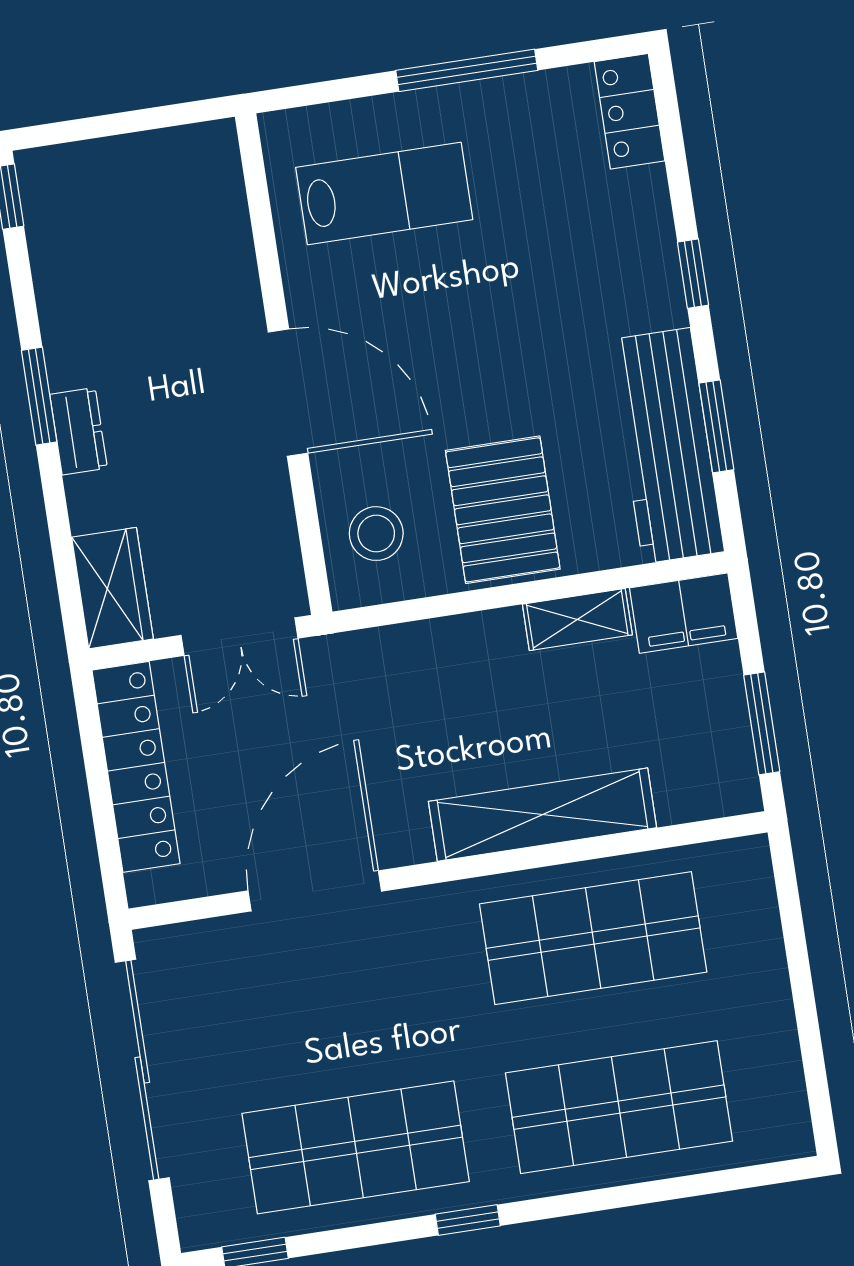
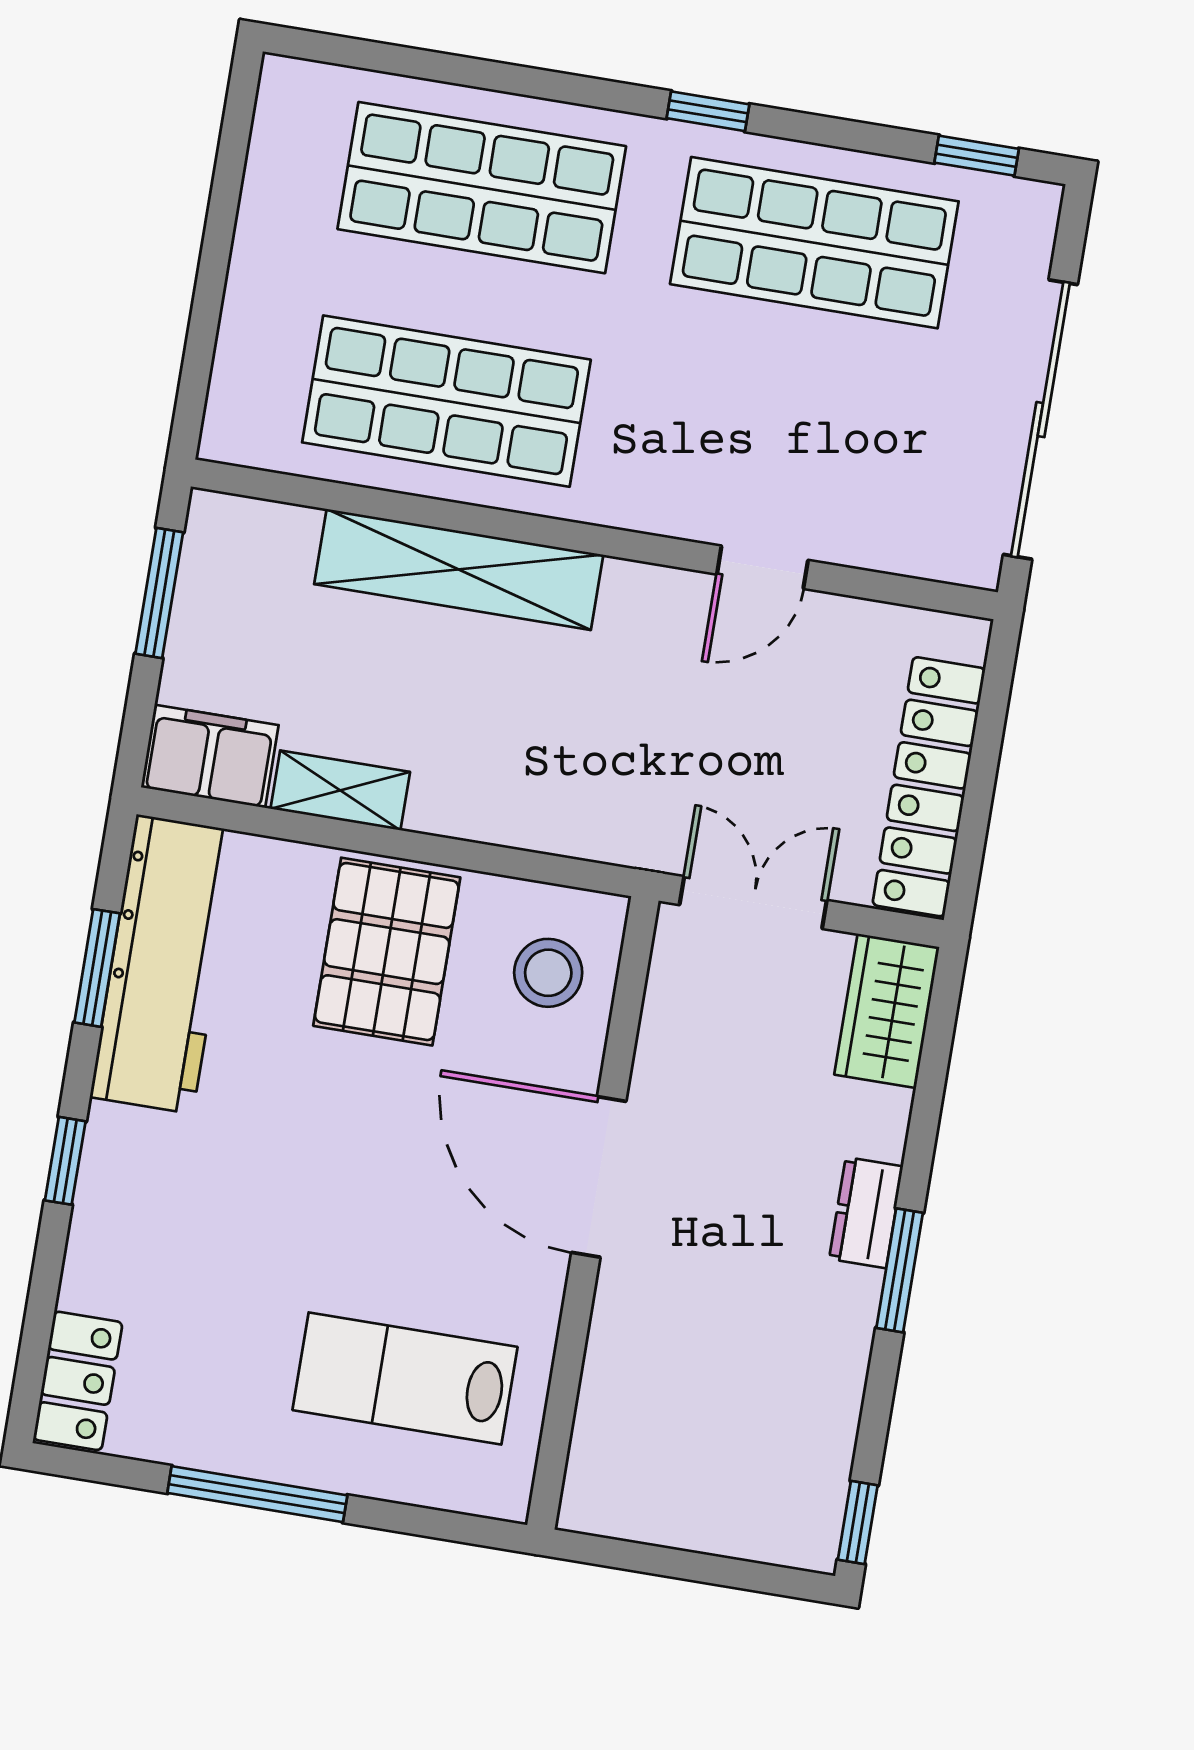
door: (315, 891) -> (762, 567), width x0.53

